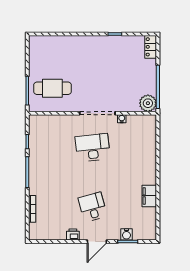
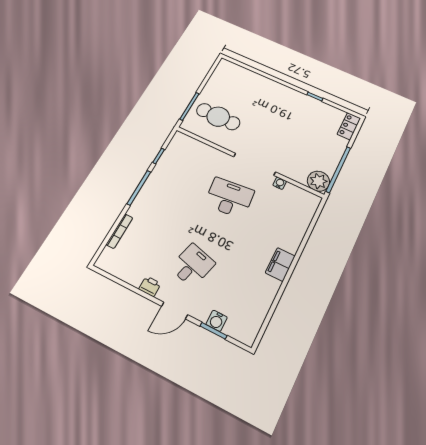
filing cabinet: (149, 196) -> (280, 264), moved
desk: (93, 207) -> (192, 265), turned 30

